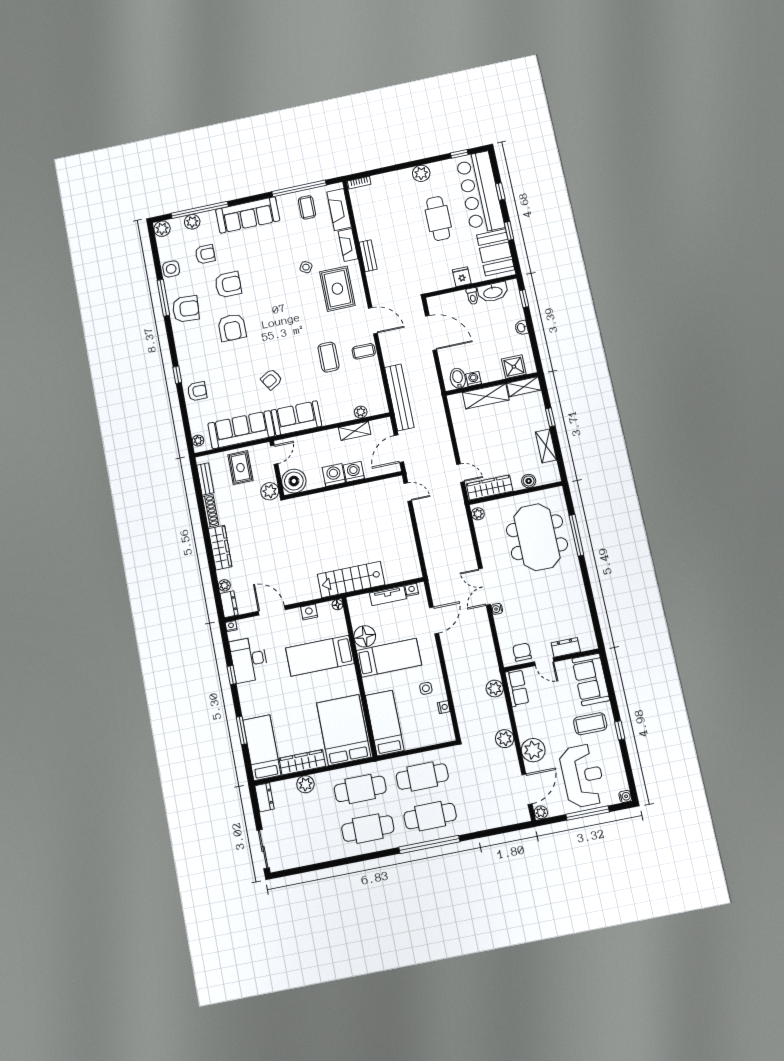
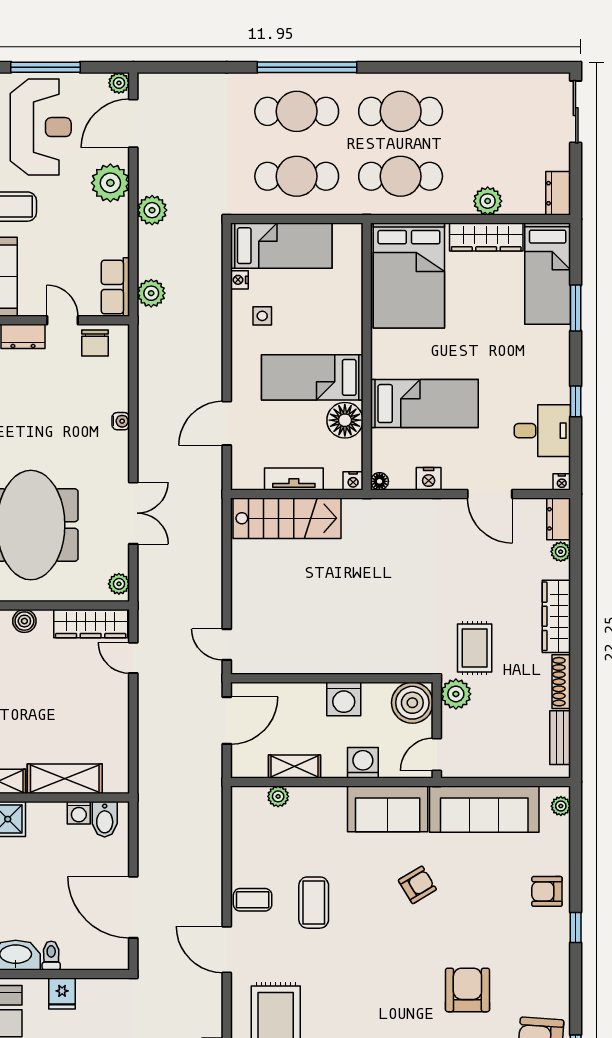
bench: (399, 397) -> (209, 807), removed
rug: (240, 468) -> (475, 648), moved
washing machine: (354, 472) -> (363, 763), moved, turned 180
stairs: (351, 580) -> (287, 518), moved
double door: (484, 587) -> (133, 513), moved
nightstand: (412, 590) -> (353, 481), moved
desk: (249, 659) -> (542, 431), width x0.73
bed: (385, 723) -> (281, 246), moved, turned -90
reception desk: (582, 776) -> (41, 127), turned 180

